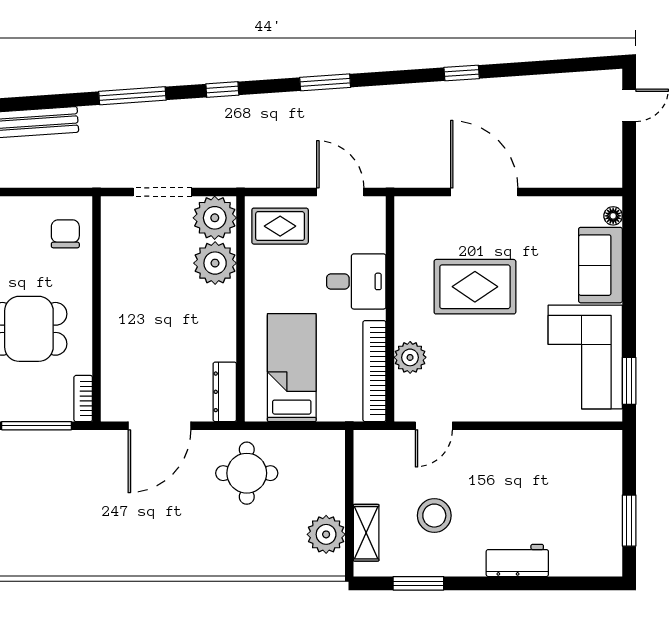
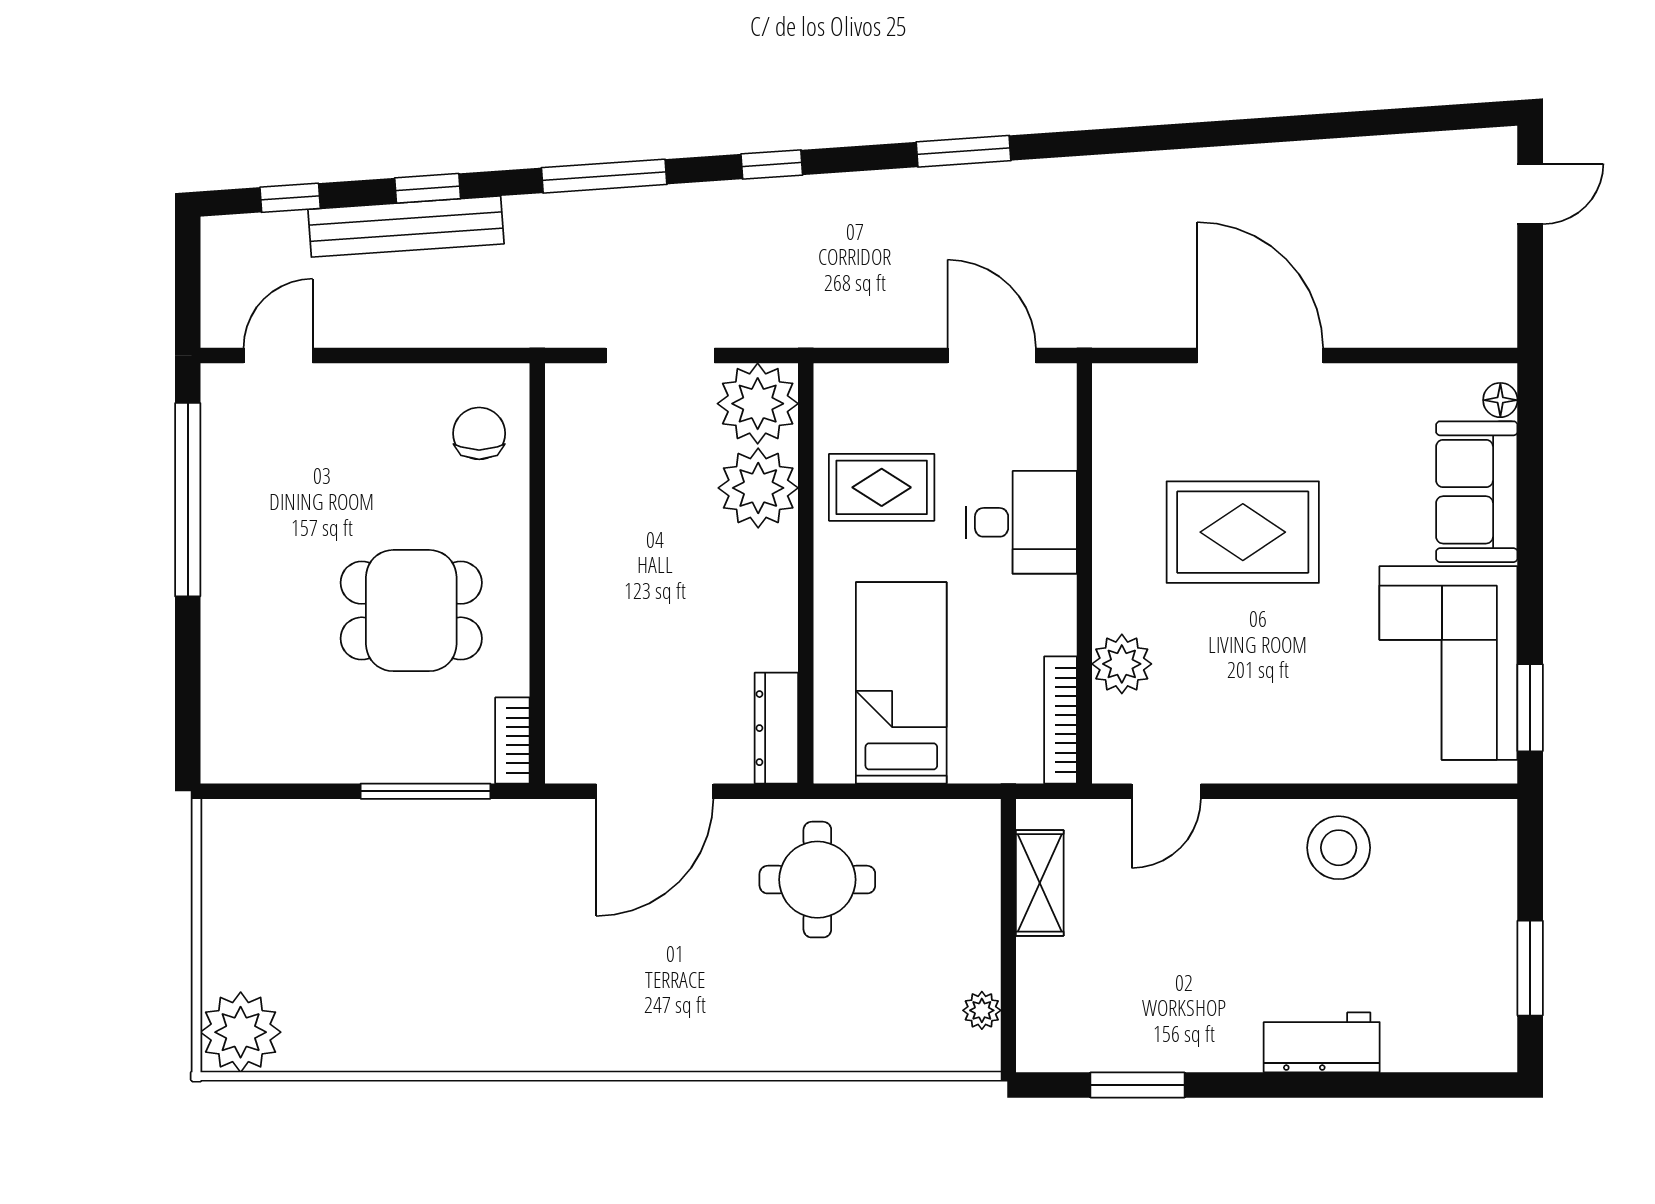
window: (462, 73) -> (428, 188), moved
rug: (280, 226) -> (882, 487), moved
bookcase: (374, 371) -> (1060, 720), width x0.68, depth x0.76
stool: (434, 516) -> (1339, 848), moved
shelving: (366, 533) -> (1040, 883), moved
plant: (326, 534) -> (982, 1010), width x0.53, depth x0.53

